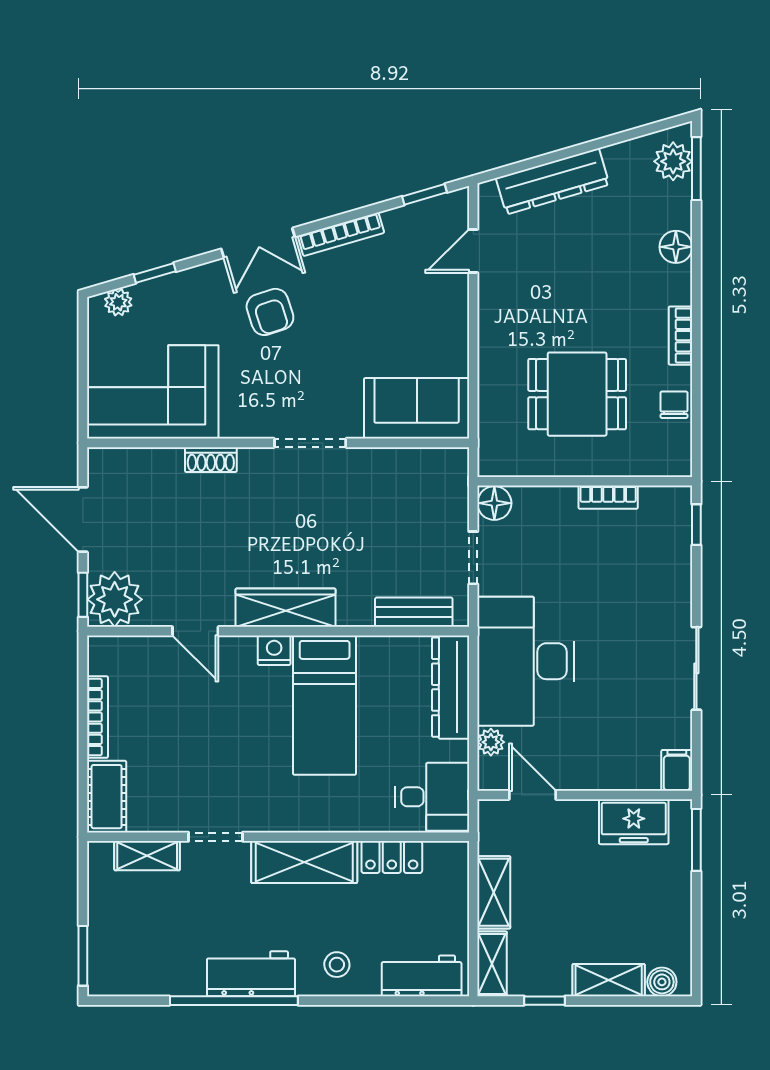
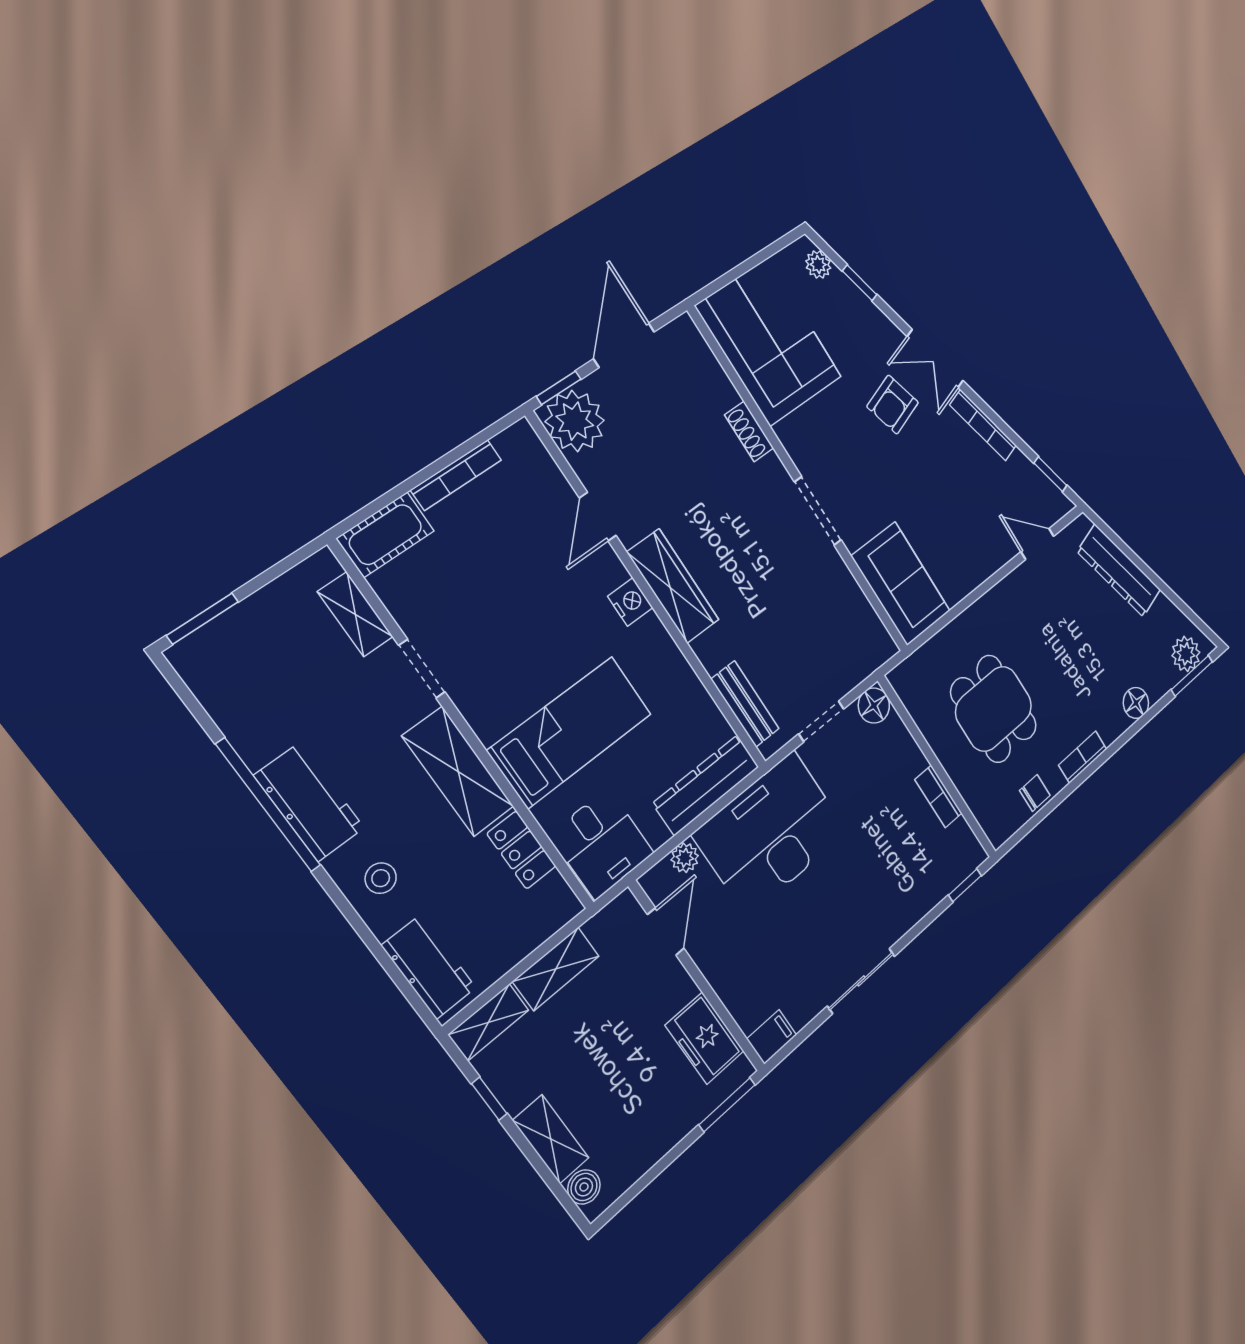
bed: (325, 705) -> (570, 732), moved, turned 180

